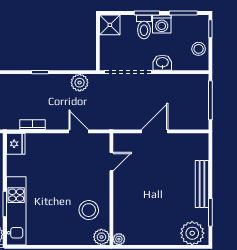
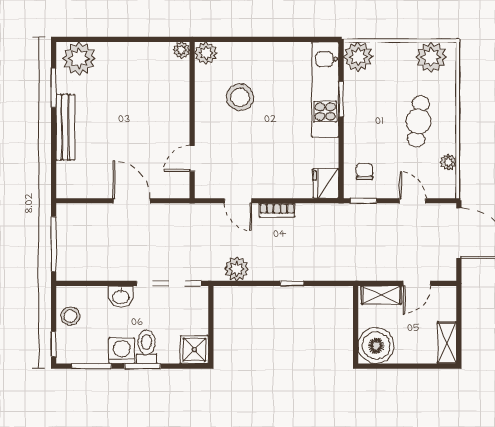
bookcase: (33, 125) -> (277, 210), moved
door: (155, 131) -> (132, 201), swing flipped
stool: (89, 210) -> (240, 97), moved

